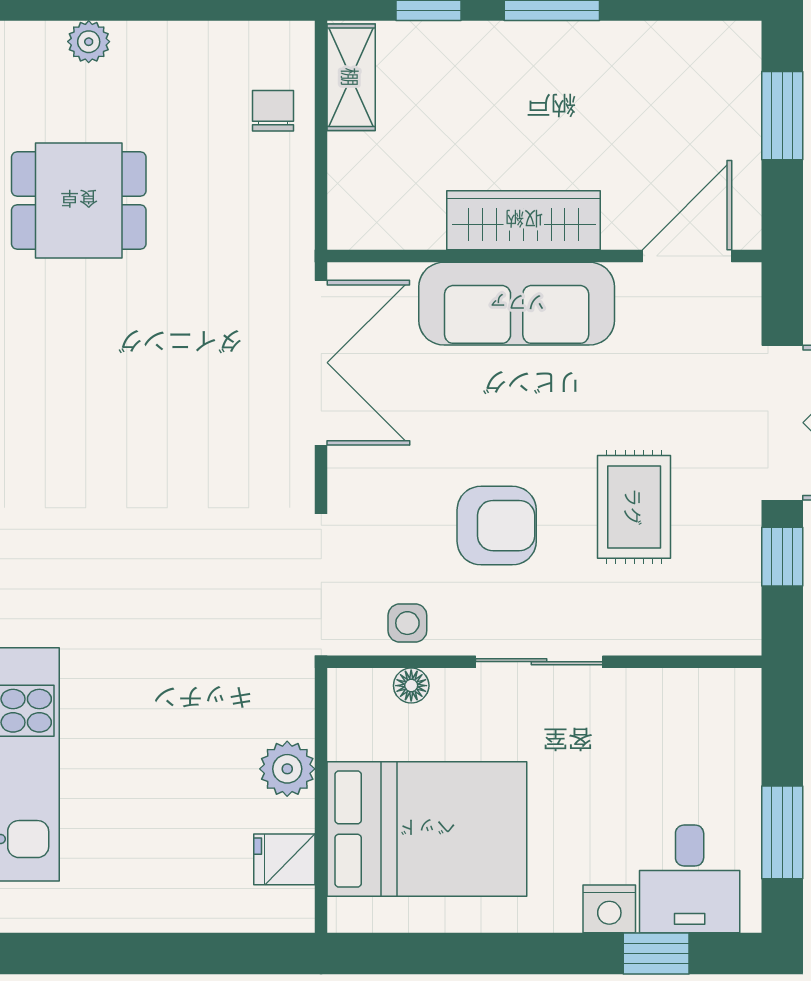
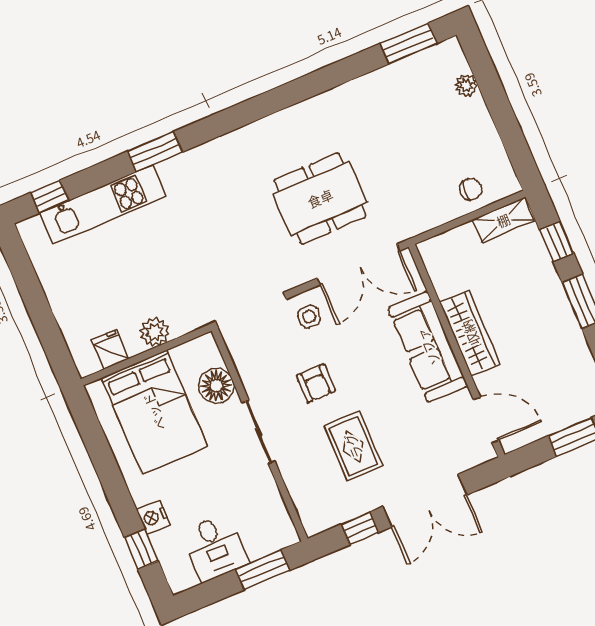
dining table: (79, 200) -> (320, 198), moved, width x1.38
rug: (634, 507) -> (353, 446), turned 90
armchair: (497, 526) -> (316, 383), width x0.72, depth x0.72
side table: (407, 623) -> (309, 317), moved
floor lamp: (411, 686) -> (216, 386), width x1.89, depth x1.89
window: (782, 832) -> (263, 570), moved
desk: (690, 879) -> (215, 547), moved, turned -90

